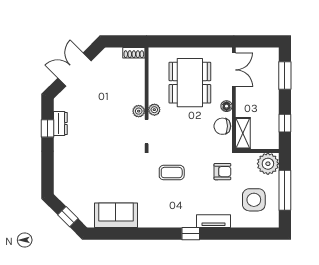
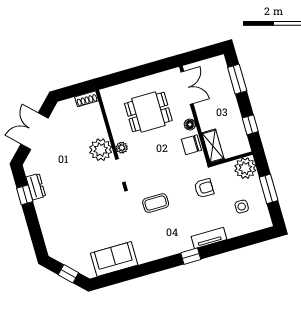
dining table: (190, 83) -> (148, 112), width x0.73
plant: (139, 111) -> (101, 150), width x1.87, depth x1.87
window: (285, 190) -> (269, 189), width x0.69
side table: (254, 200) -> (242, 207), width x0.54, depth x0.54

